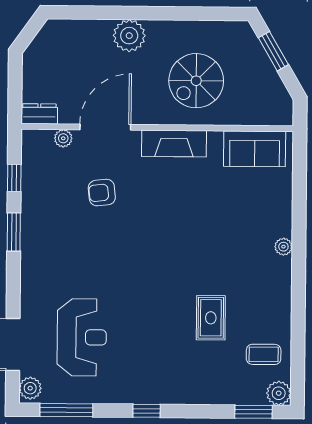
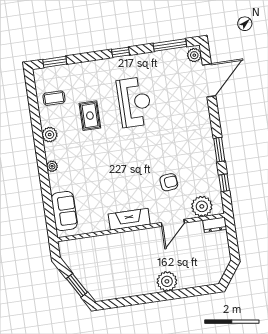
spiral stairs: (196, 81) -> (121, 260), removed
door: (105, 127) -> (173, 223), width x0.73
plant: (63, 138) -> (202, 206), width x1.88, depth x1.88
sofa: (255, 149) -> (64, 211), moved, turned 90
reception desk: (82, 337) -> (134, 102), moved, turned 180
plant: (279, 393) -> (50, 135), moved

